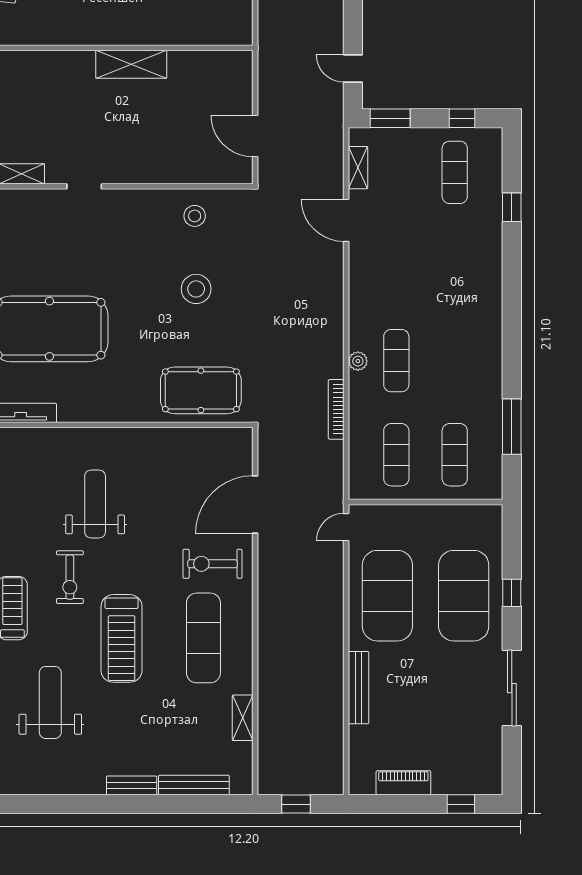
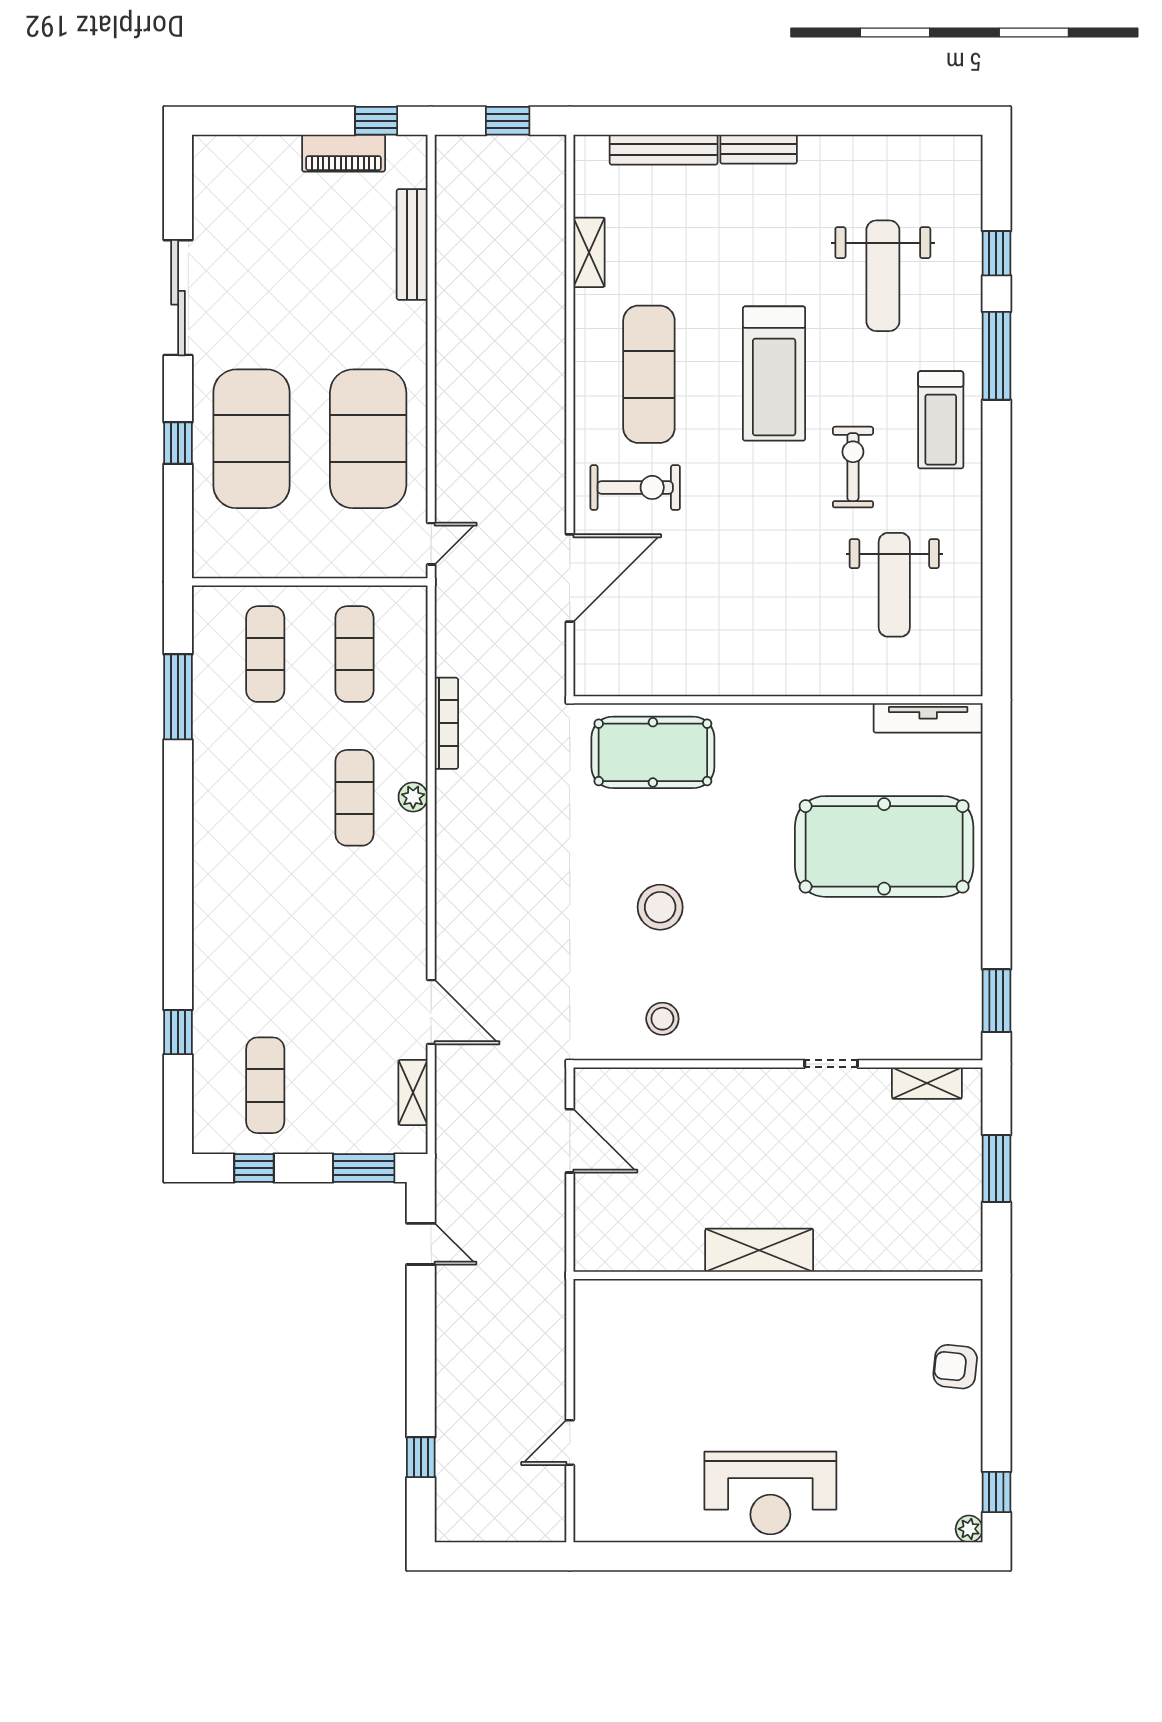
weight bench: (95, 504) -> (894, 585), moved
treadmill: (122, 638) -> (774, 374), turned 180
bench: (358, 688) -> (412, 244), moved
window: (461, 804) -> (376, 121), moved

